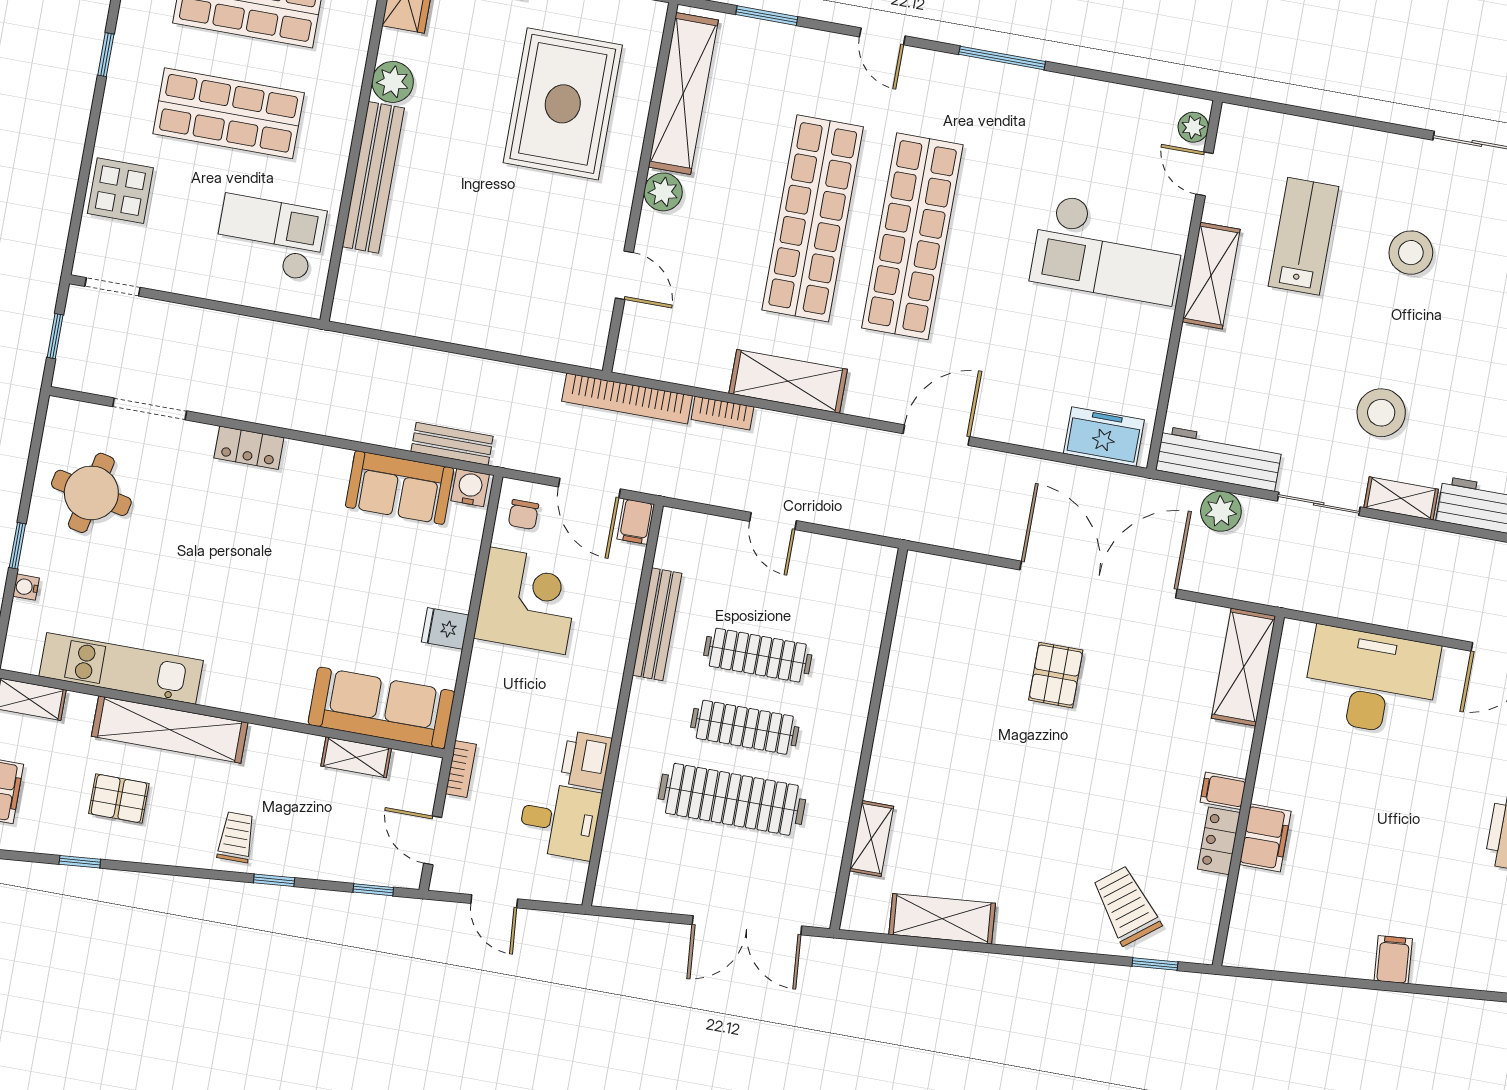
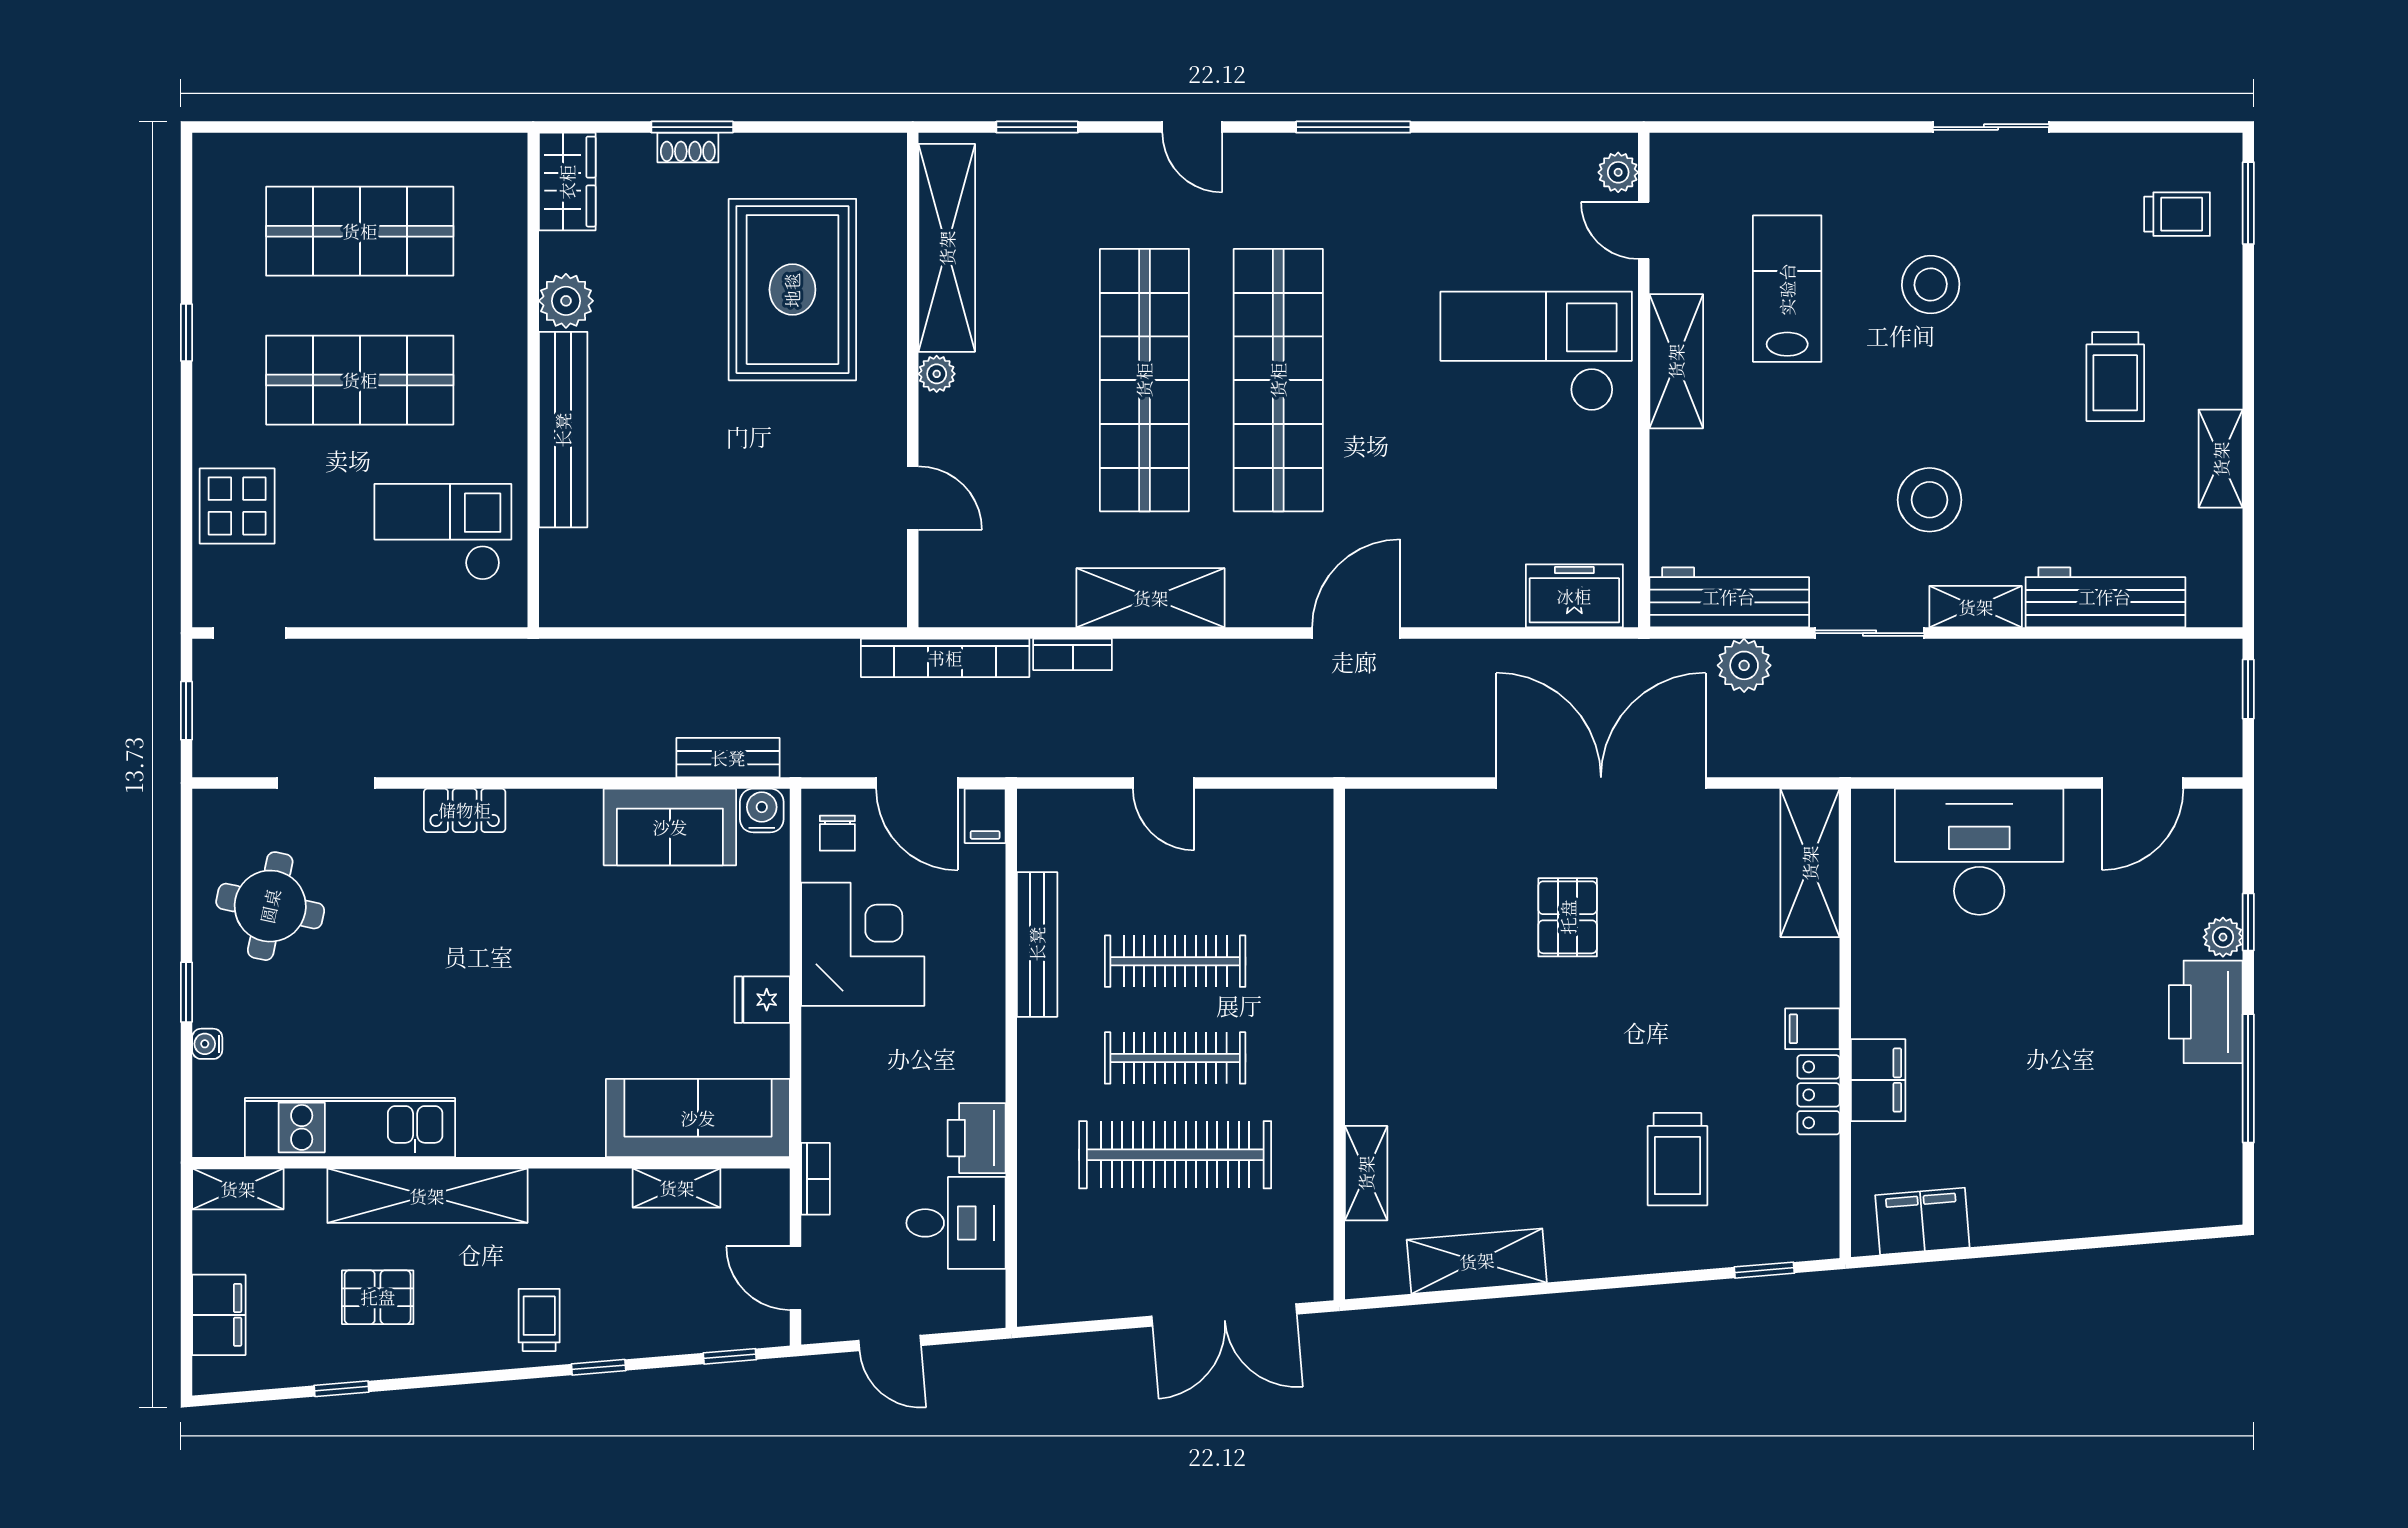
plant: (663, 192) -> (937, 374), width x0.73, depth x0.73
checkout: (1108, 249) -> (1536, 351), turned 180
trolley: (1126, 905) -> (1677, 1159), moved, turned -142
filing cabinet: (1393, 960) -> (1922, 1221), moved, width x2.00

